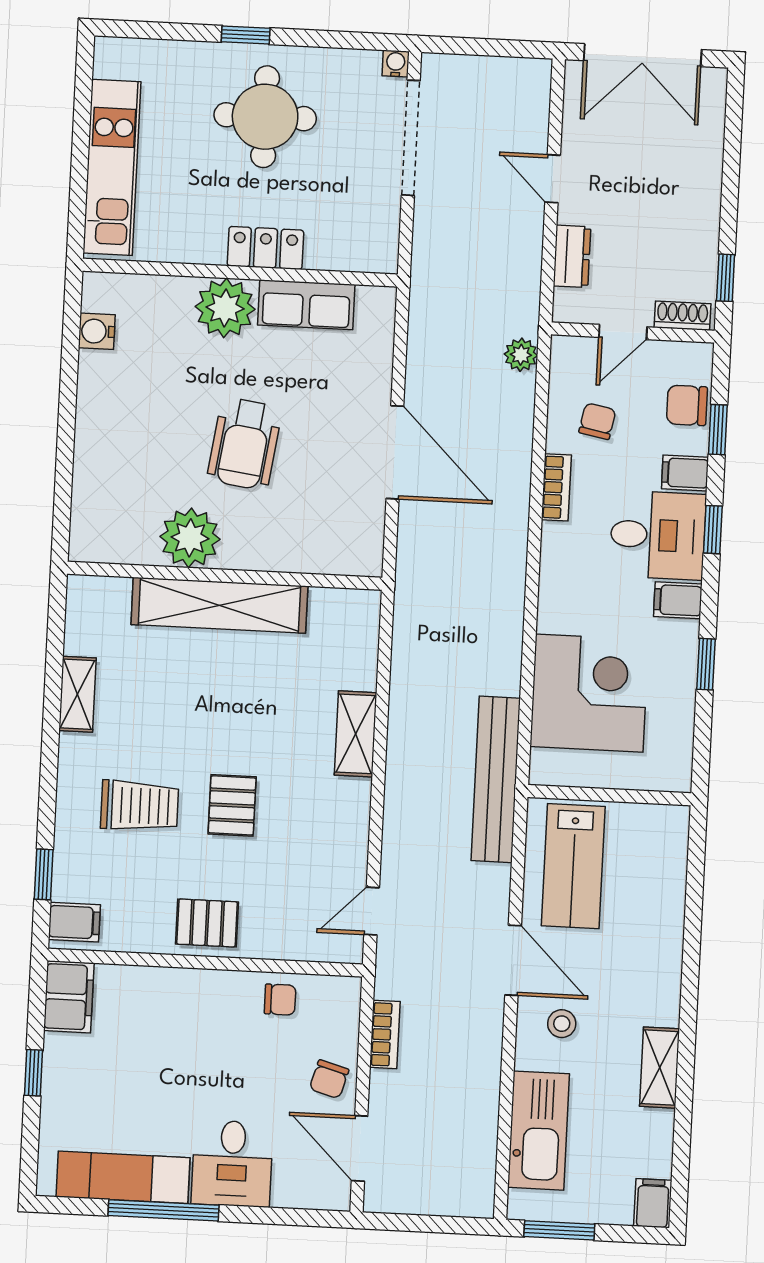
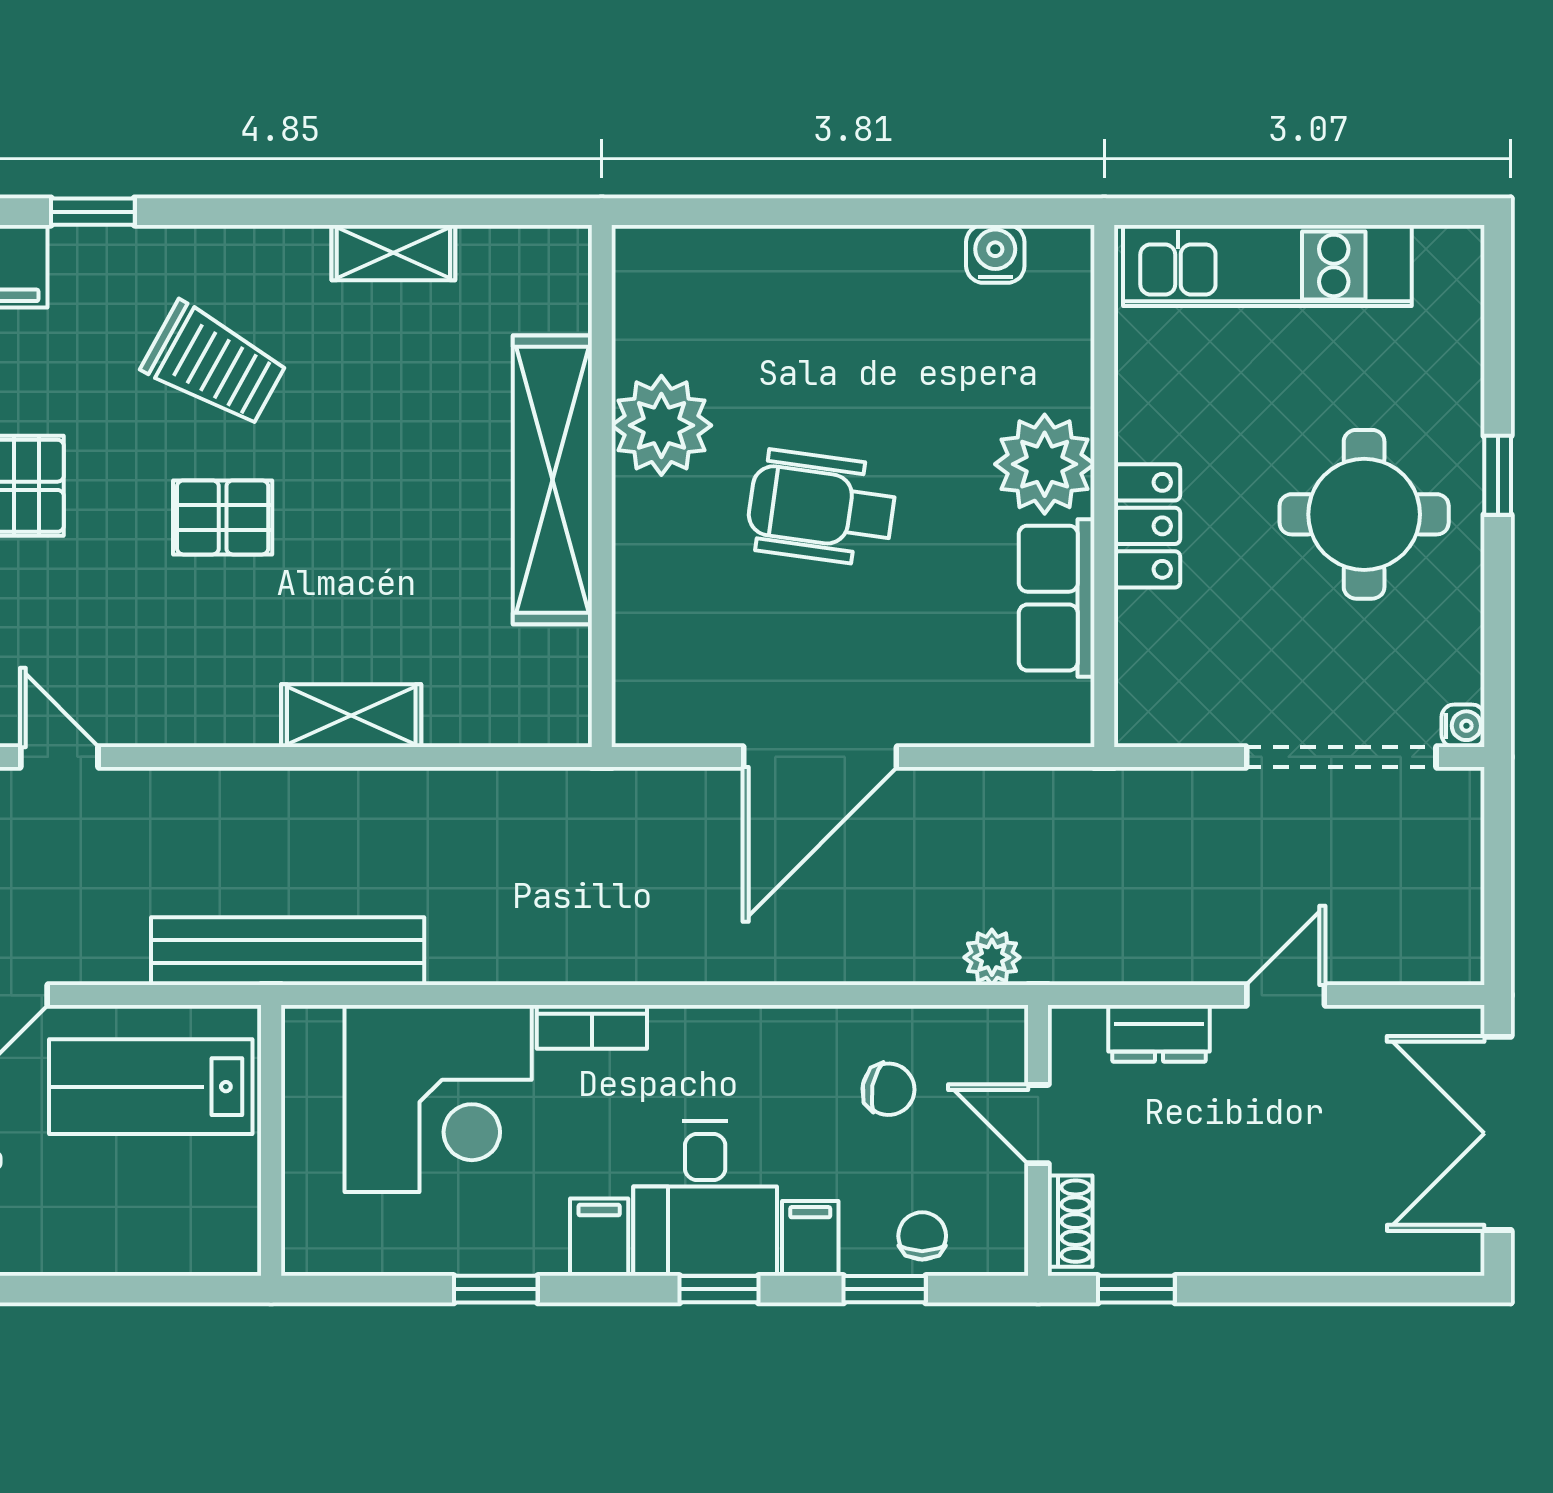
chair: (687, 405) -> (922, 1236), width x0.73, depth x0.73
bookcase: (556, 487) -> (592, 1027), moved
trolley: (140, 806) -> (214, 364), turned -61

